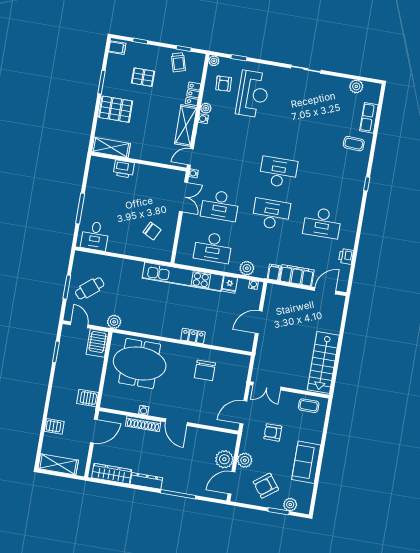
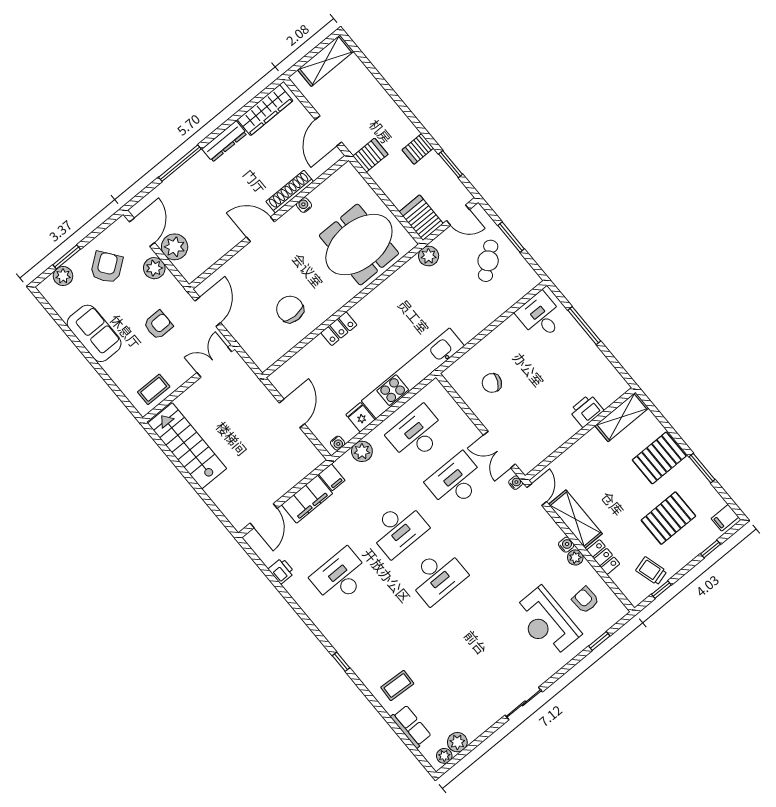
plant: (214, 61) -> (444, 756), moved
pallet: (143, 77) -> (668, 518), width x1.50, depth x1.42
server rack: (54, 426) -> (418, 149), moved

